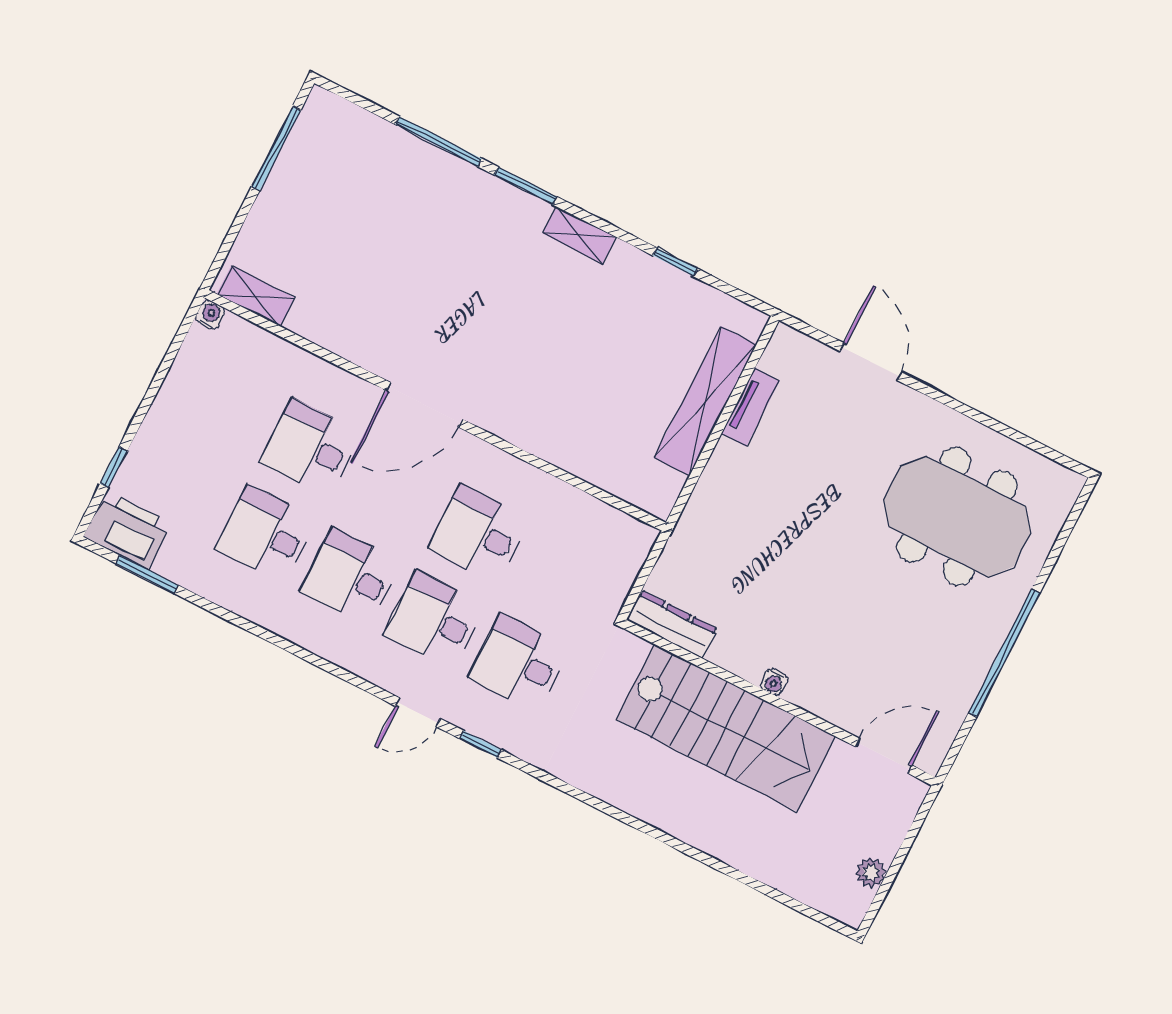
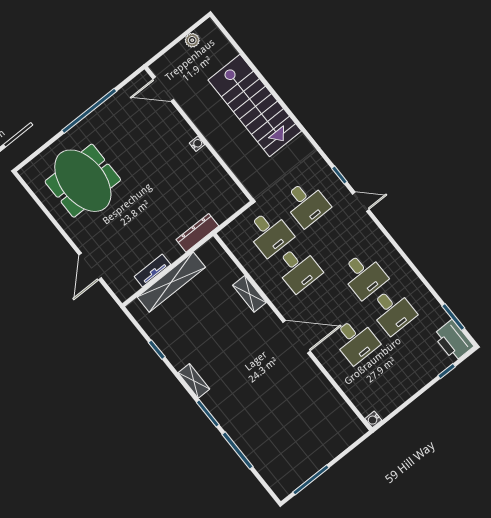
shelving: (256, 296) -> (249, 294), moved
desk: (435, 620) -> (269, 233), moved
dresser: (672, 624) -> (197, 233), moved, turned 90
stairs: (726, 728) -> (255, 106), moved, turned 180

